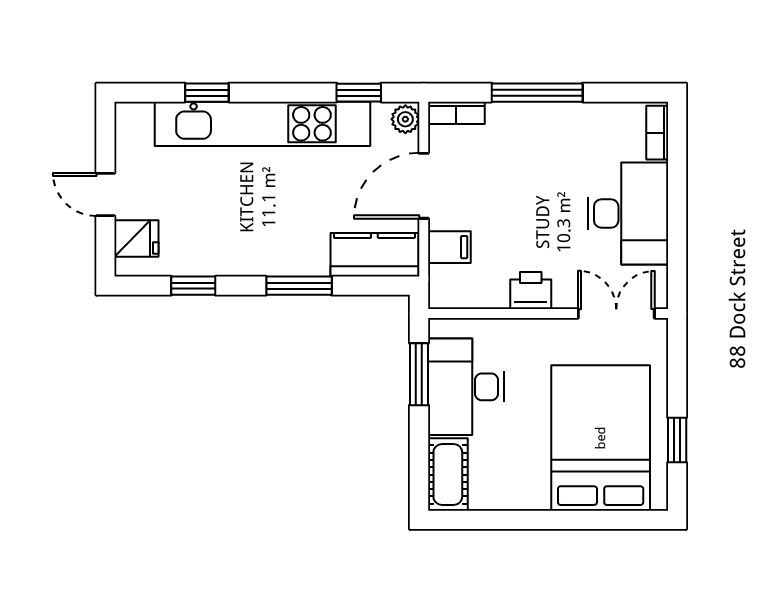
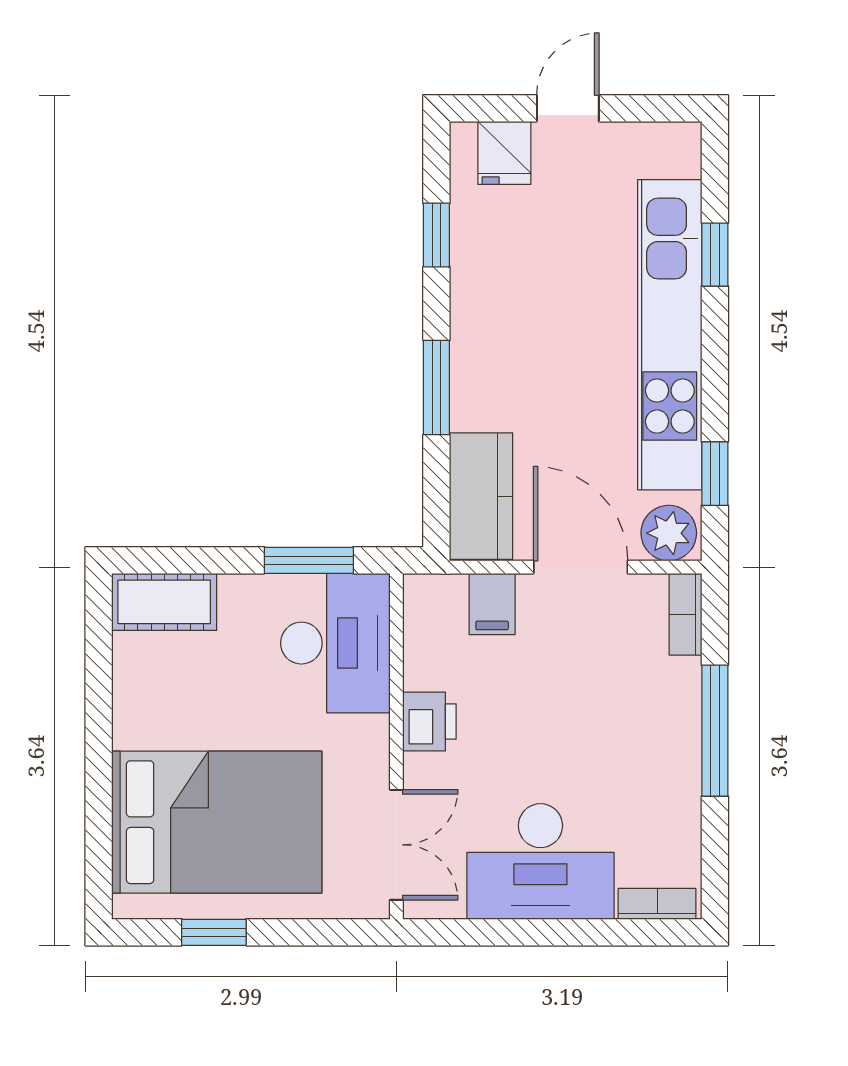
plant: (405, 119) -> (669, 533), width x1.38, depth x1.38
desk: (466, 387) -> (335, 643), moved, turned 90

